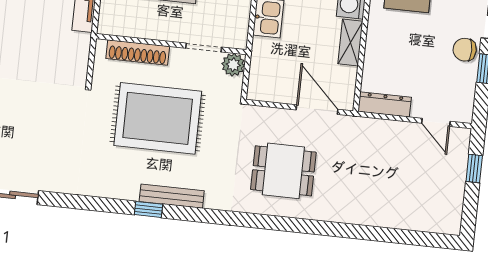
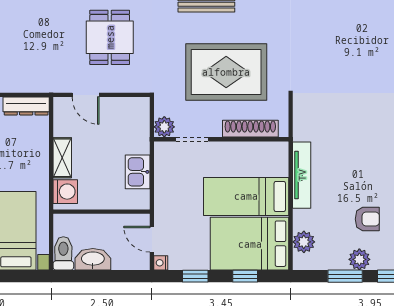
door: (317, 110) -> (86, 95), width x0.73
dining table: (283, 171) -> (110, 37), turned 90

